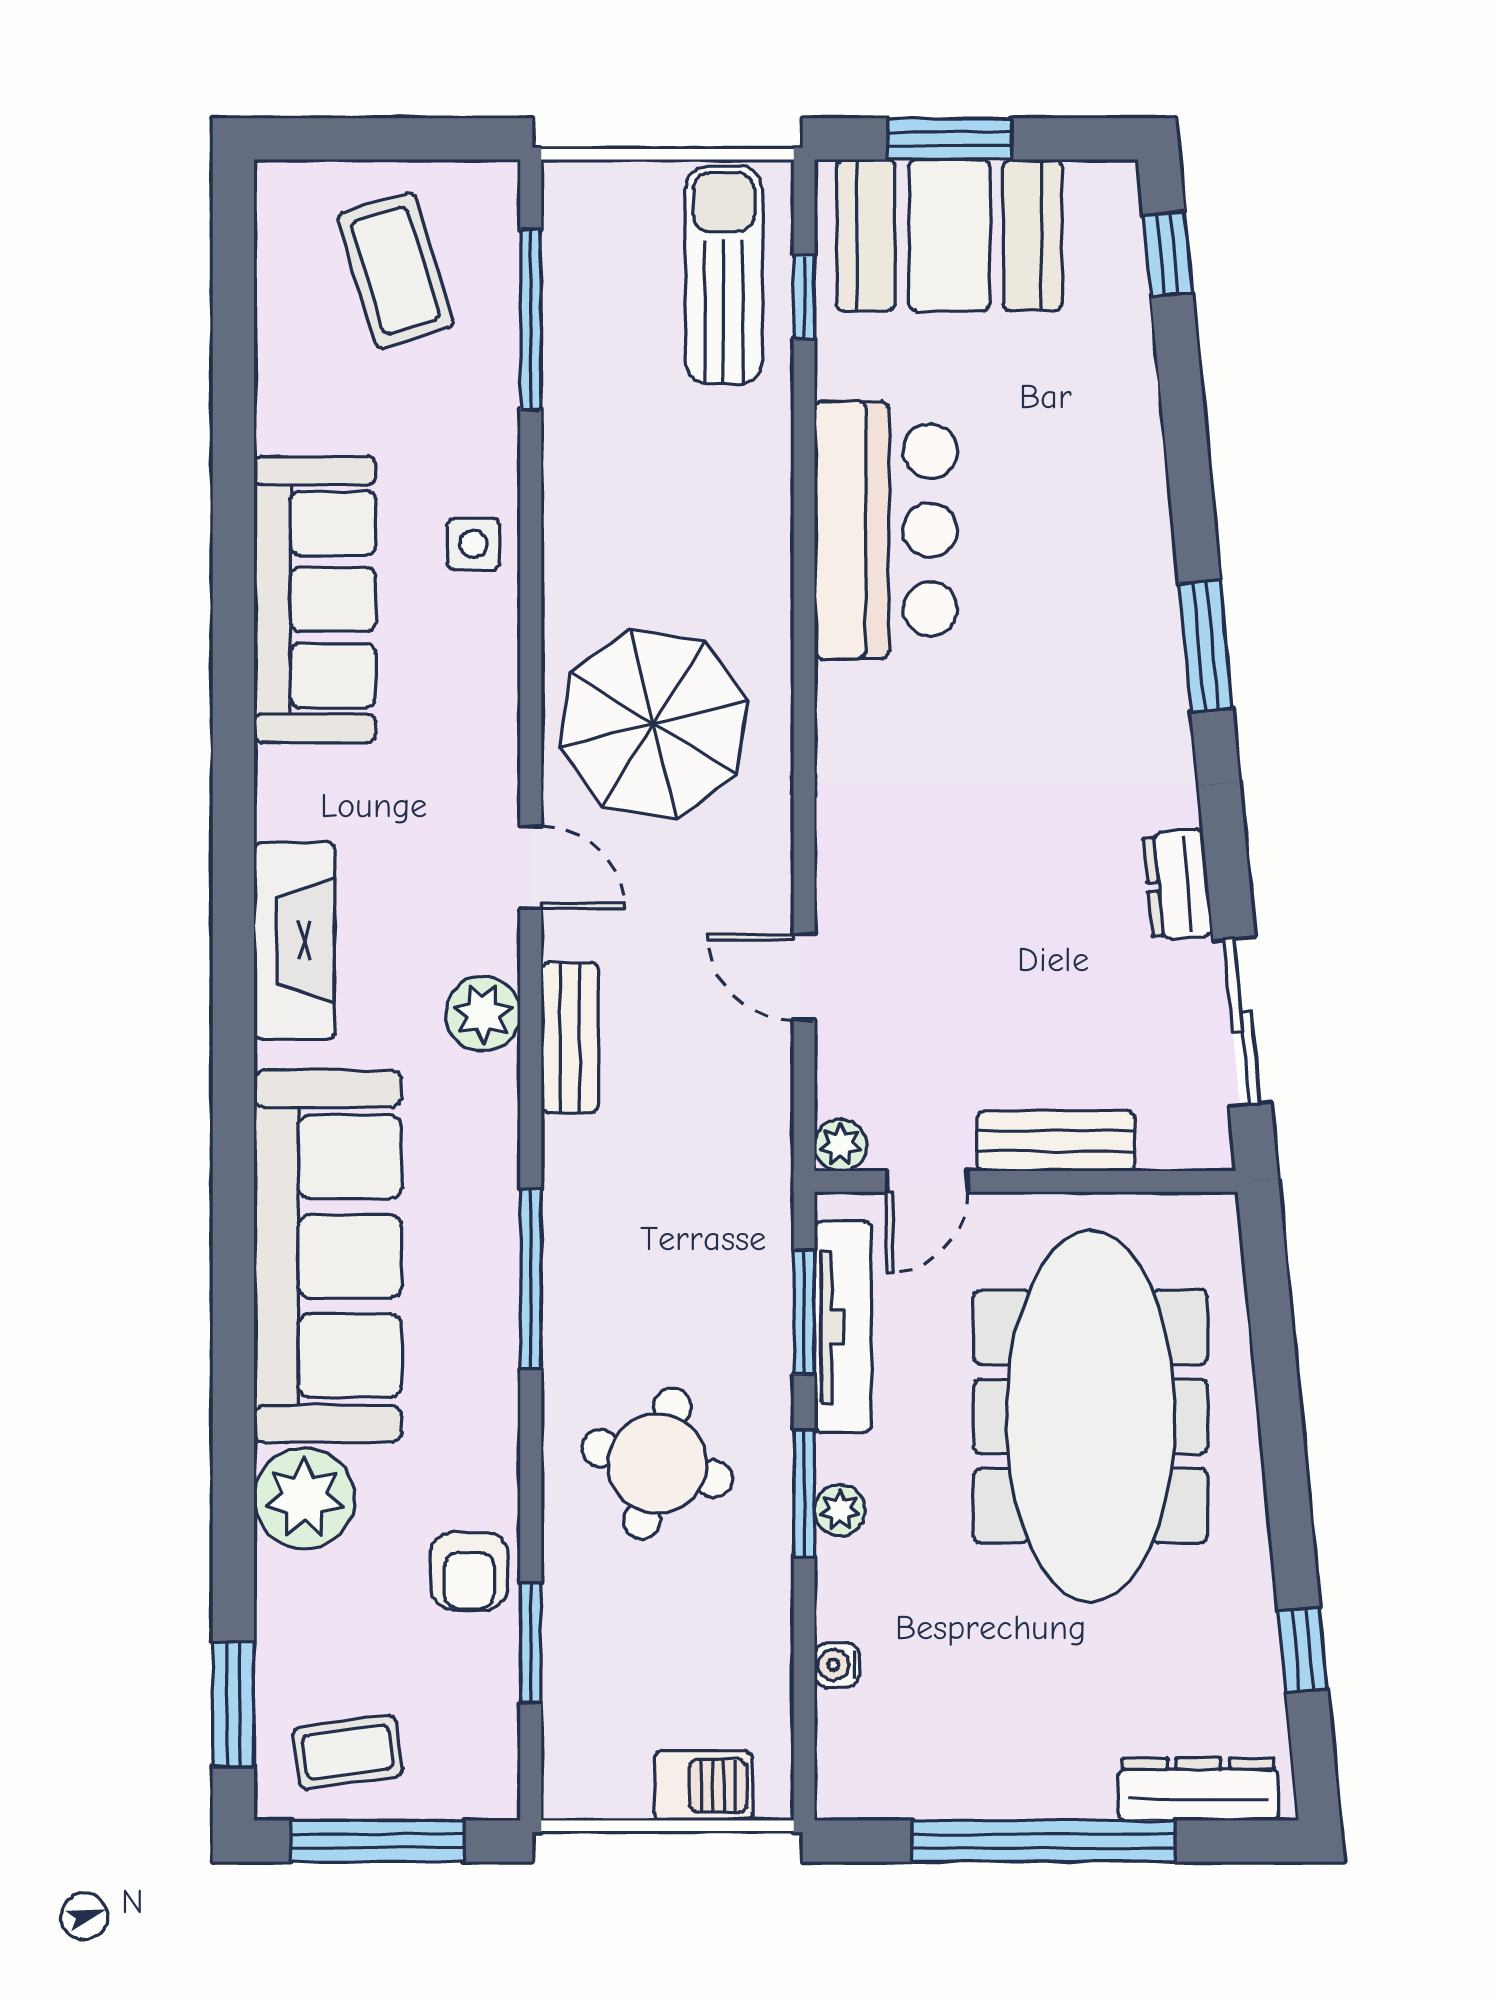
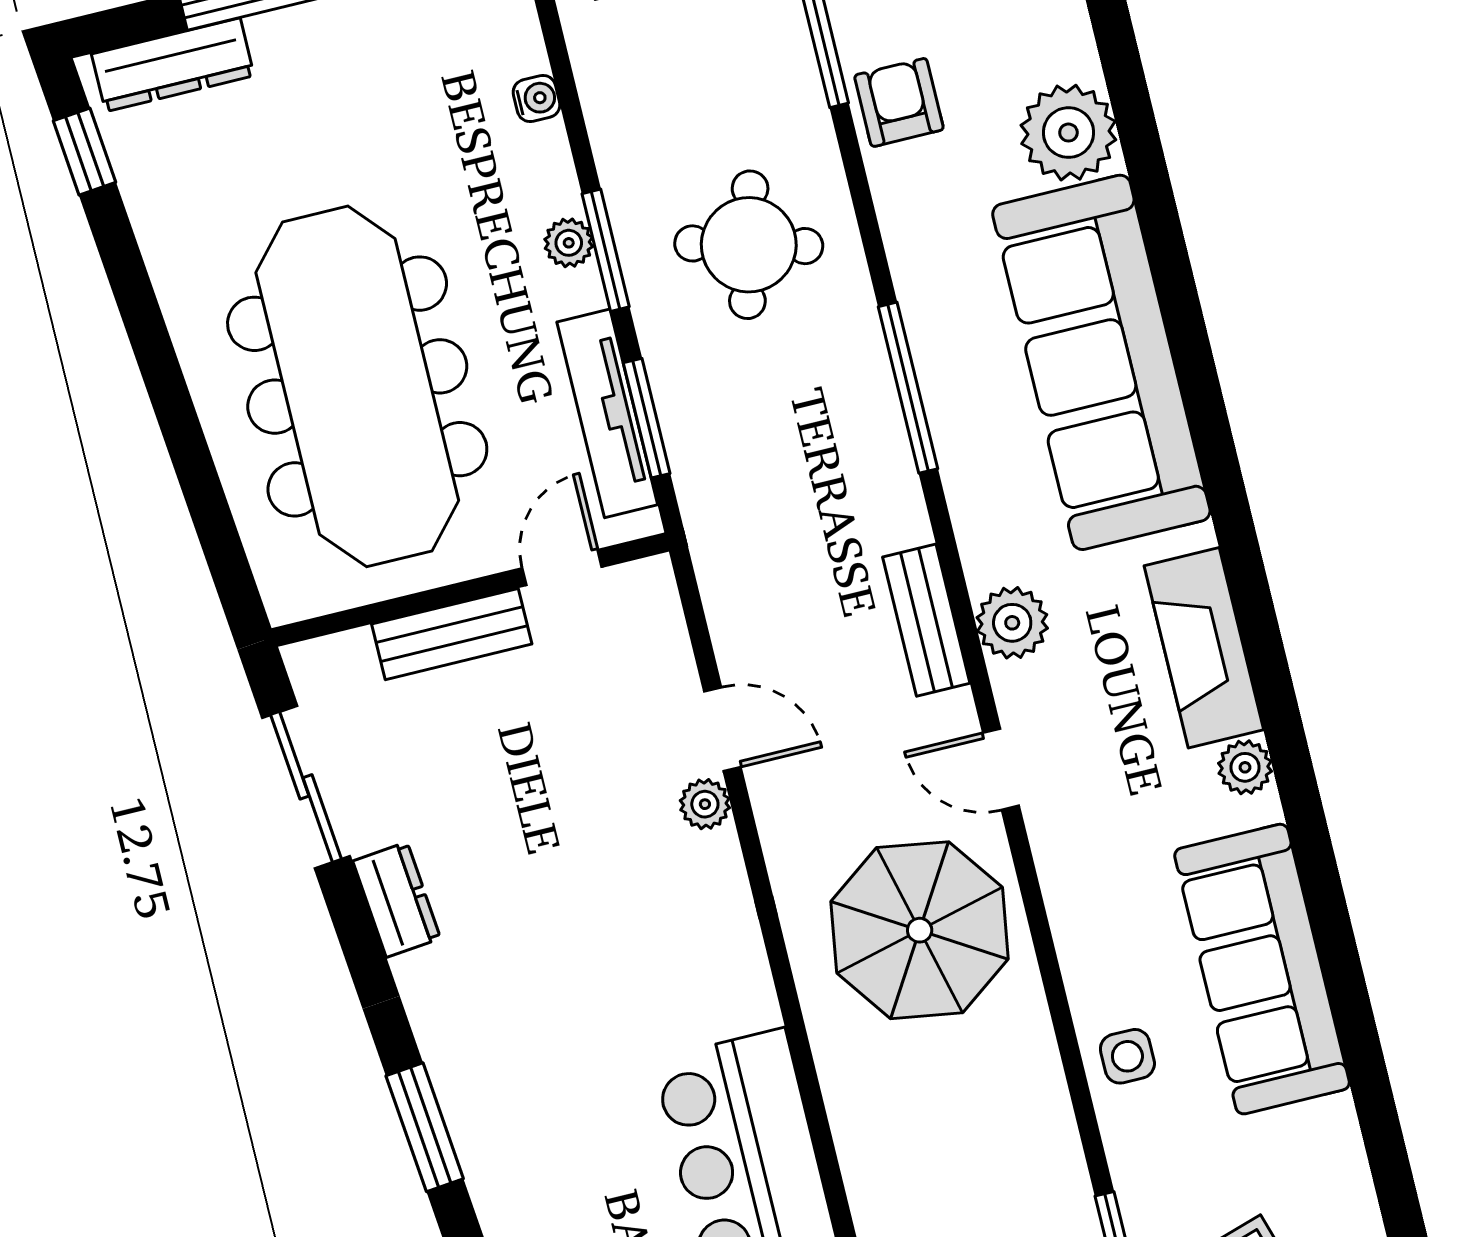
plant: (282, 809) -> (1245, 767), added
plant: (841, 1145) -> (705, 804), moved
window: (1303, 1650) -> (84, 152), moved

